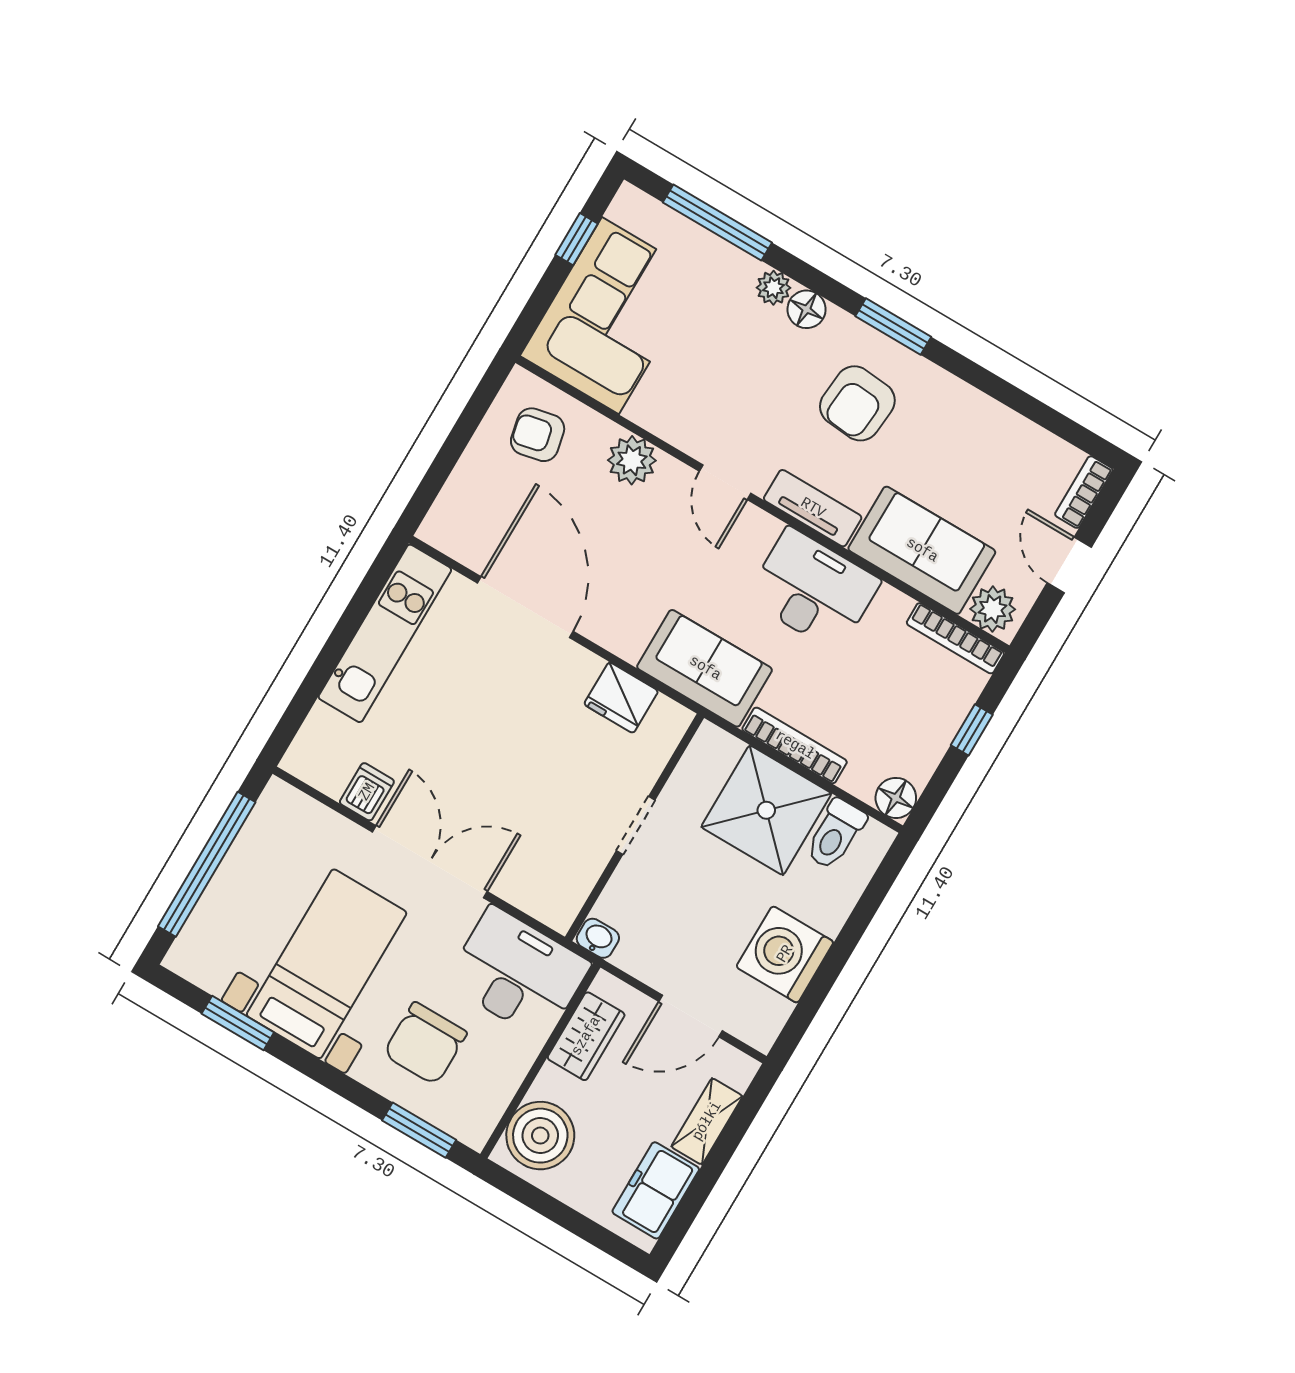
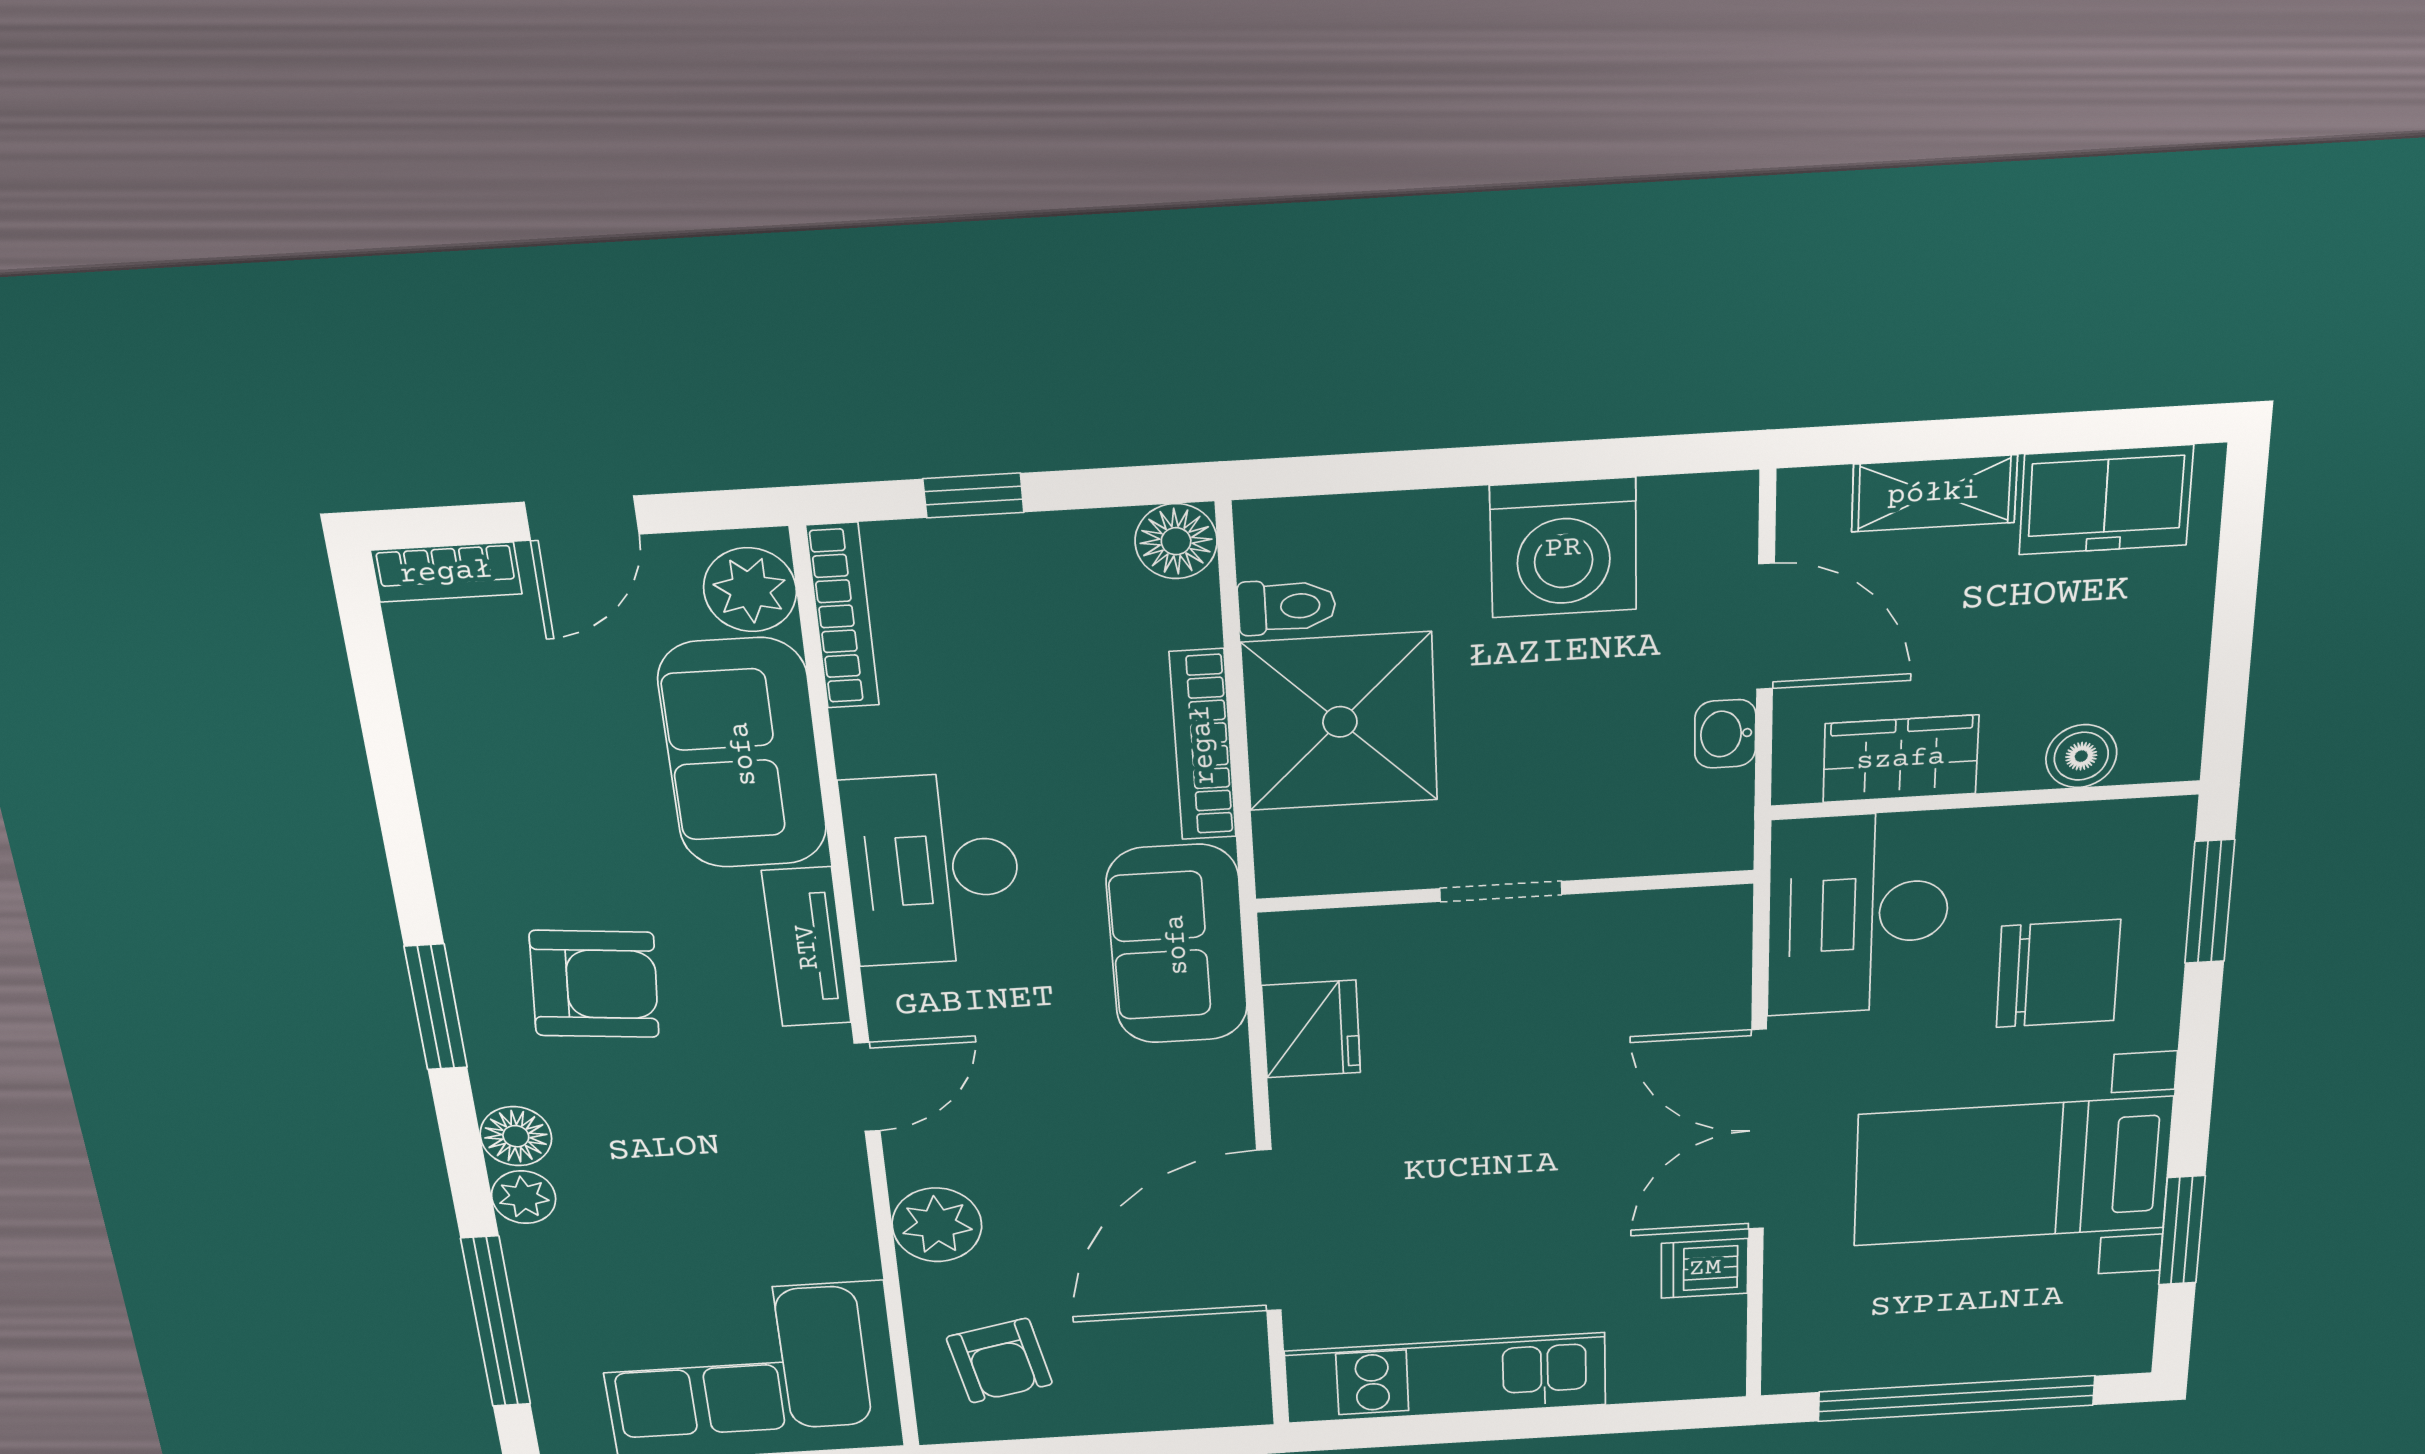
toilet: (835, 834) -> (1287, 607), width x0.73, depth x0.72
washbasin: (598, 938) -> (1725, 734), moved
boiler: (540, 1136) -> (2081, 756), width x0.54, depth x0.54

